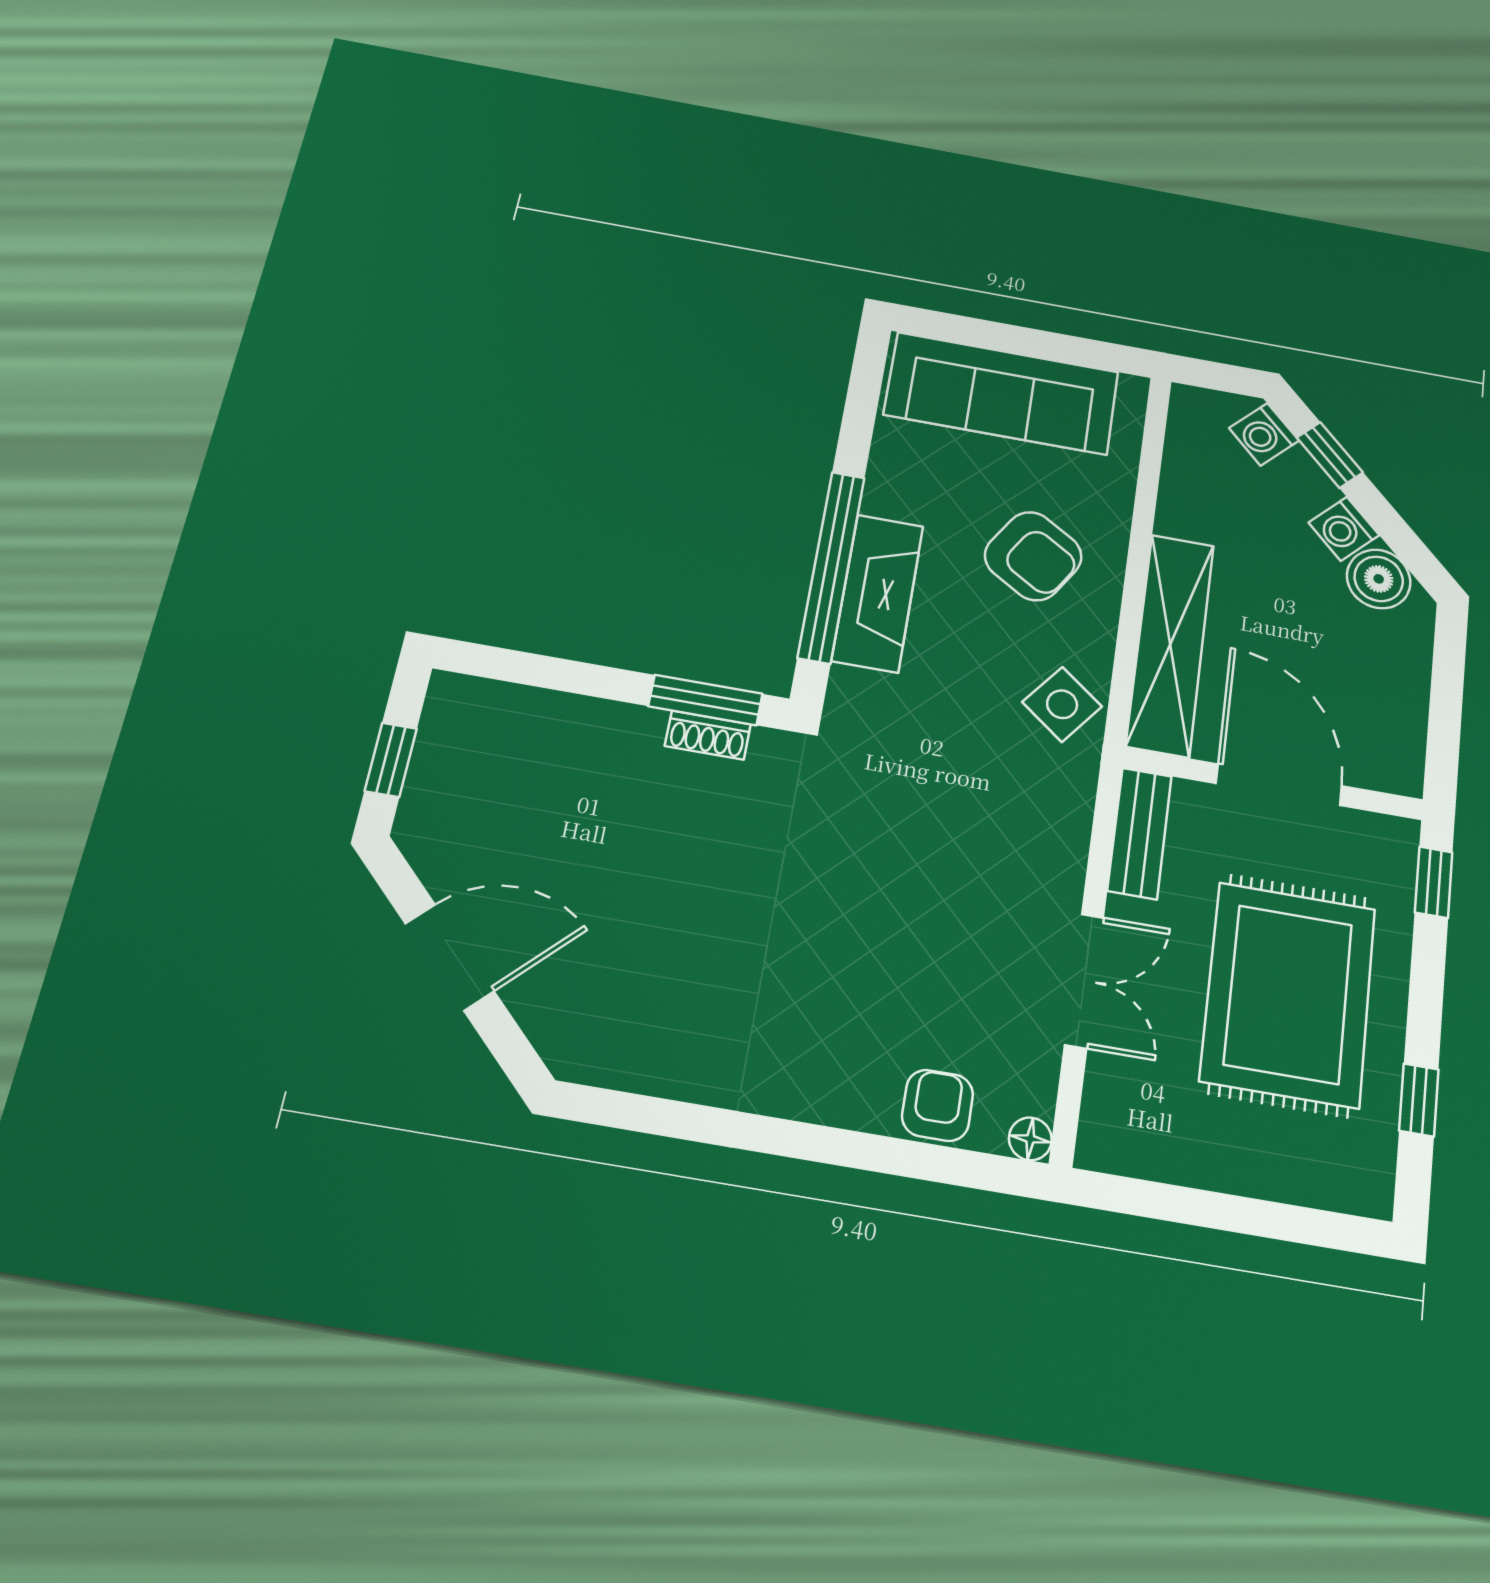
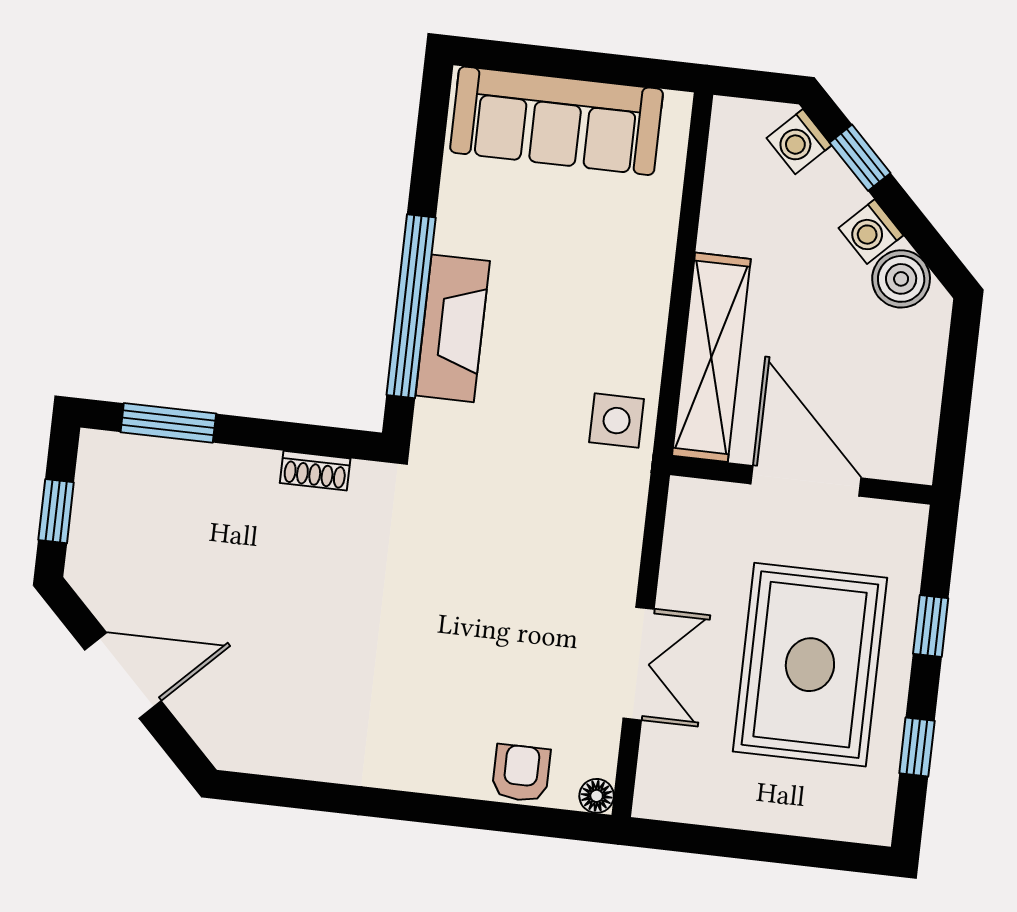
armchair: (1033, 556) -> (589, 282), removed
window: (706, 700) -> (168, 423), moved
side table: (1062, 704) -> (617, 421), turned -38
bench: (1140, 833) -> (685, 533), removed
window: (1434, 882) -> (931, 626), moved

